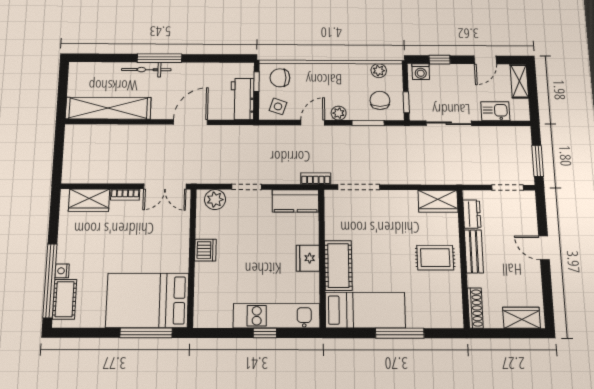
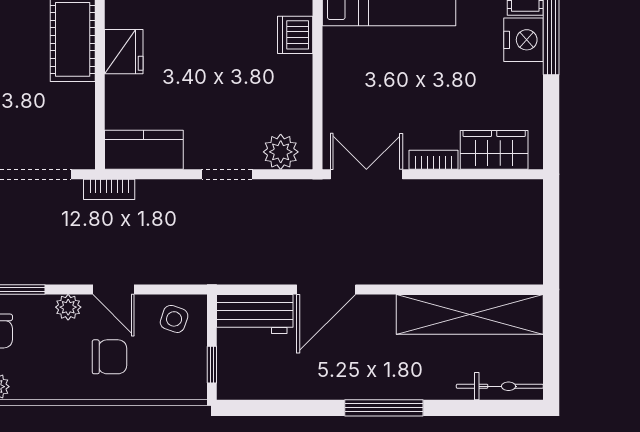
bicycle: (146, 70) -> (500, 386), moved
chair: (280, 78) -> (109, 357), moved
workbench: (242, 99) -> (255, 314), moved, turned 90
door: (313, 123) -> (114, 290), hinge flipped
dishwasher: (205, 250) -> (295, 35), moved
nightstand: (62, 271) -> (524, 40), width x1.89, depth x1.79

